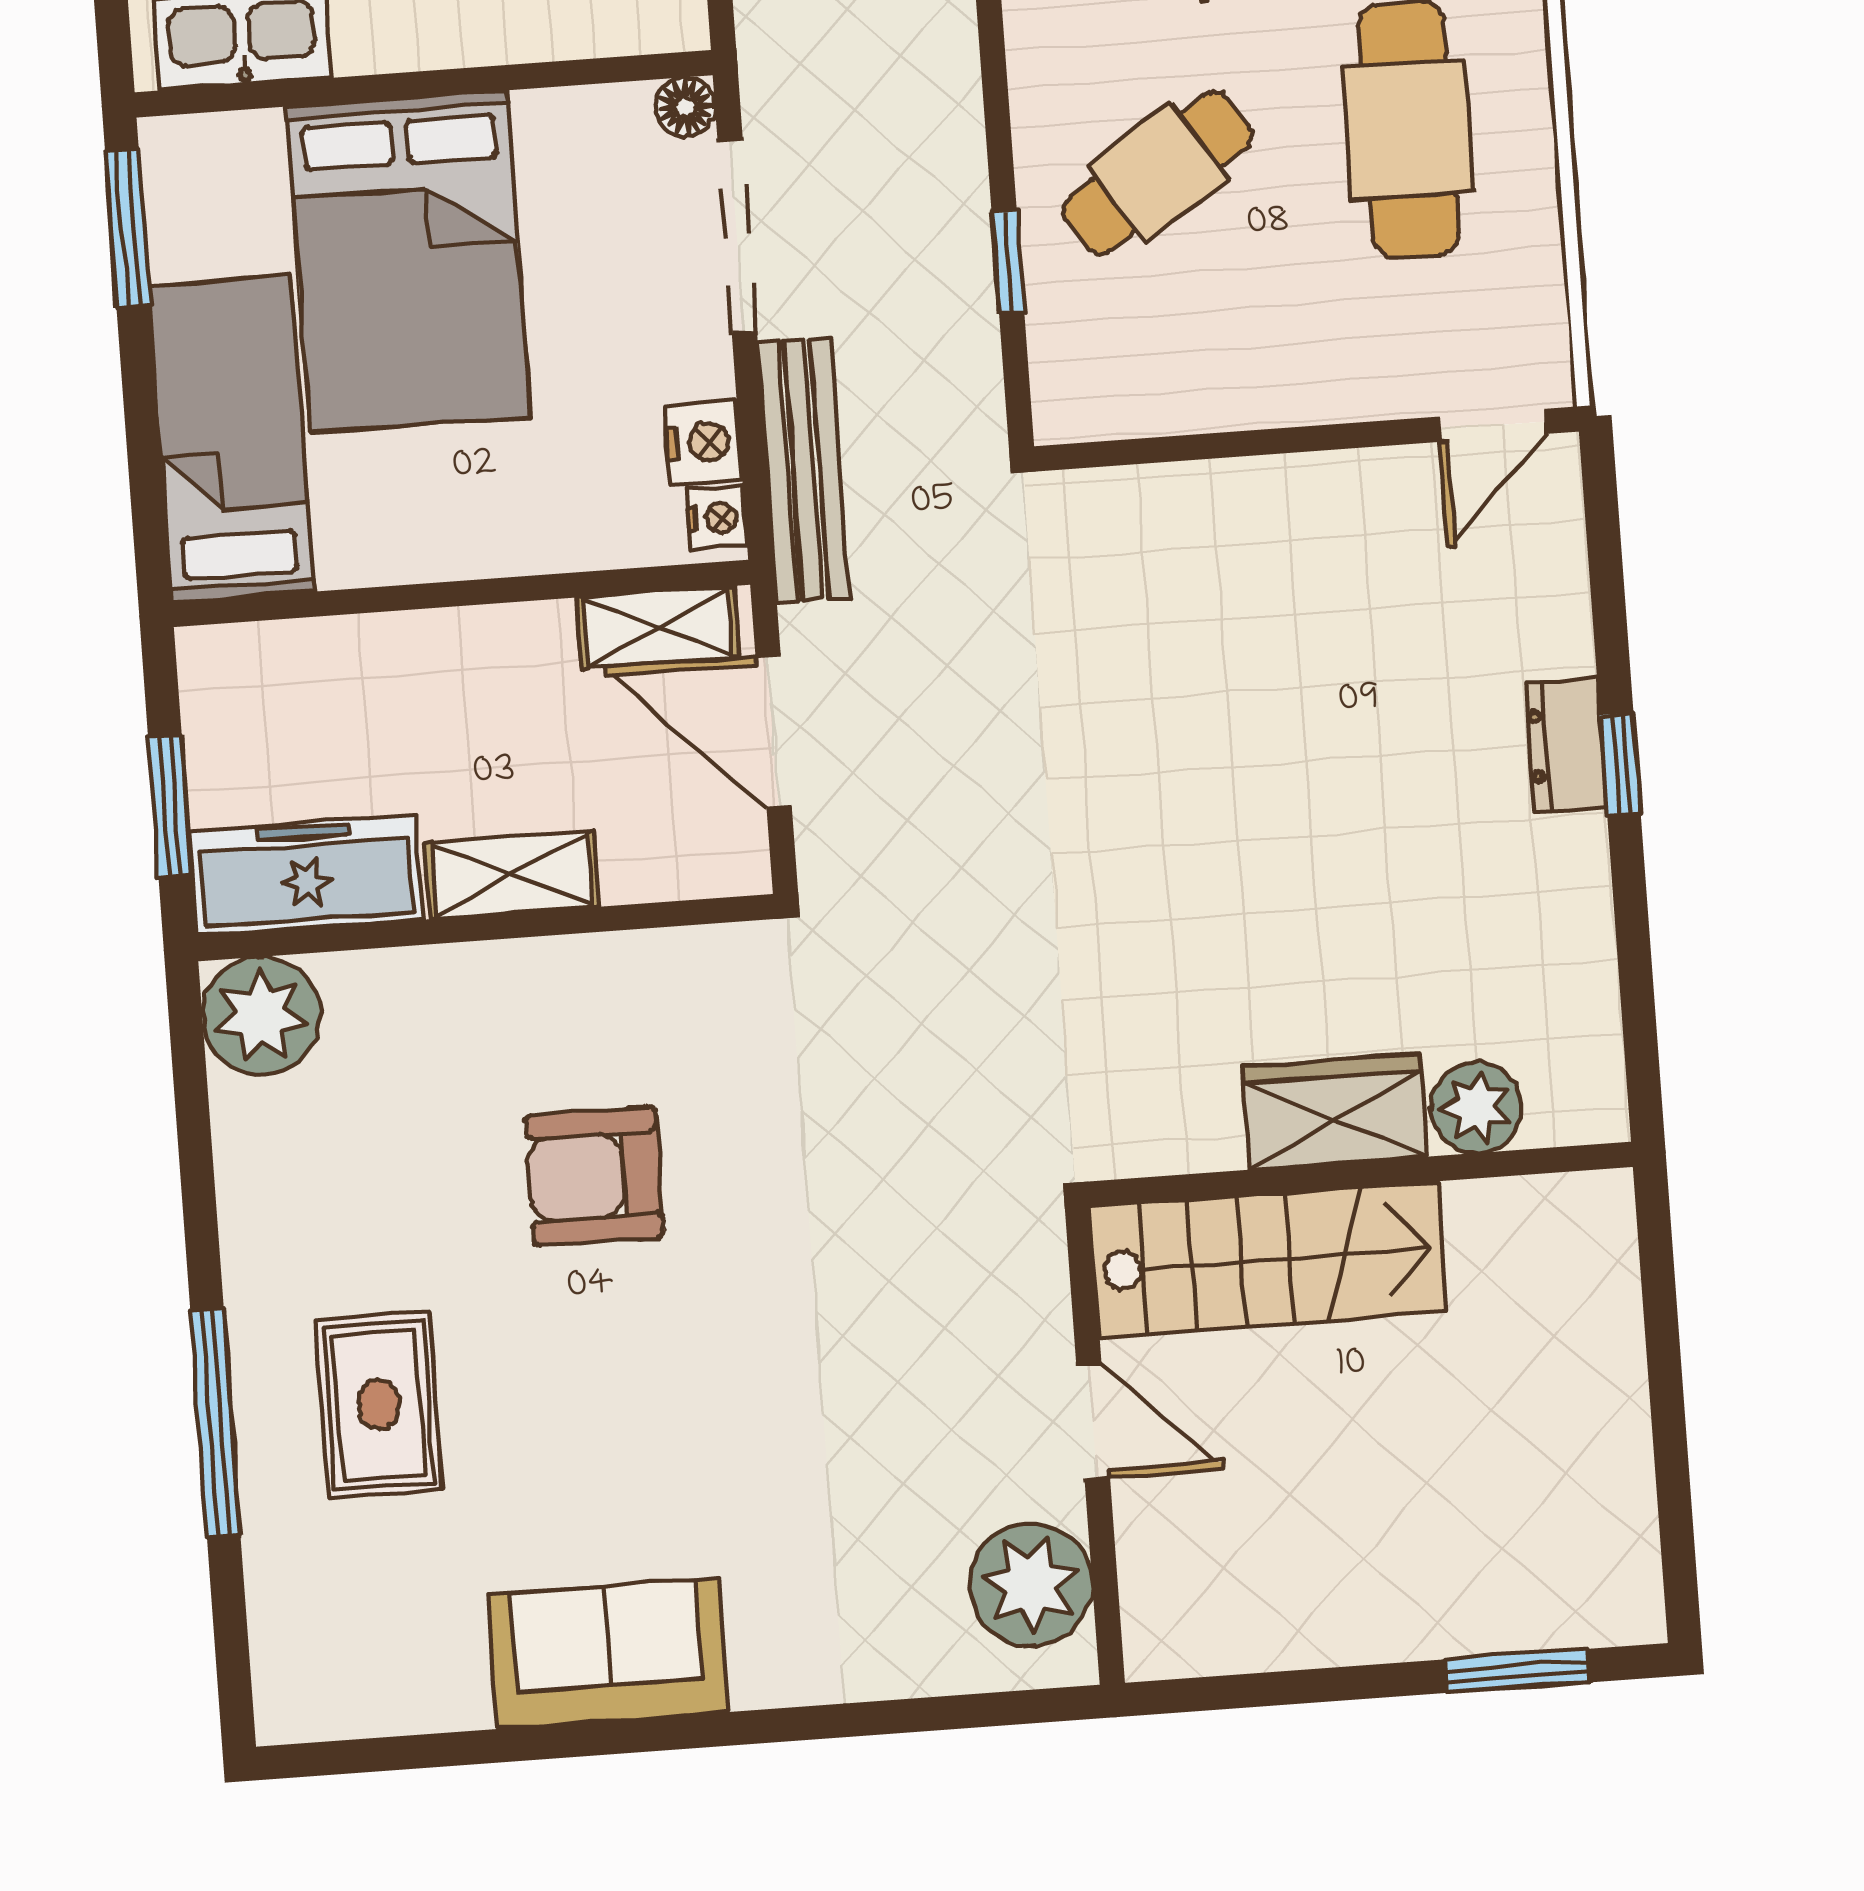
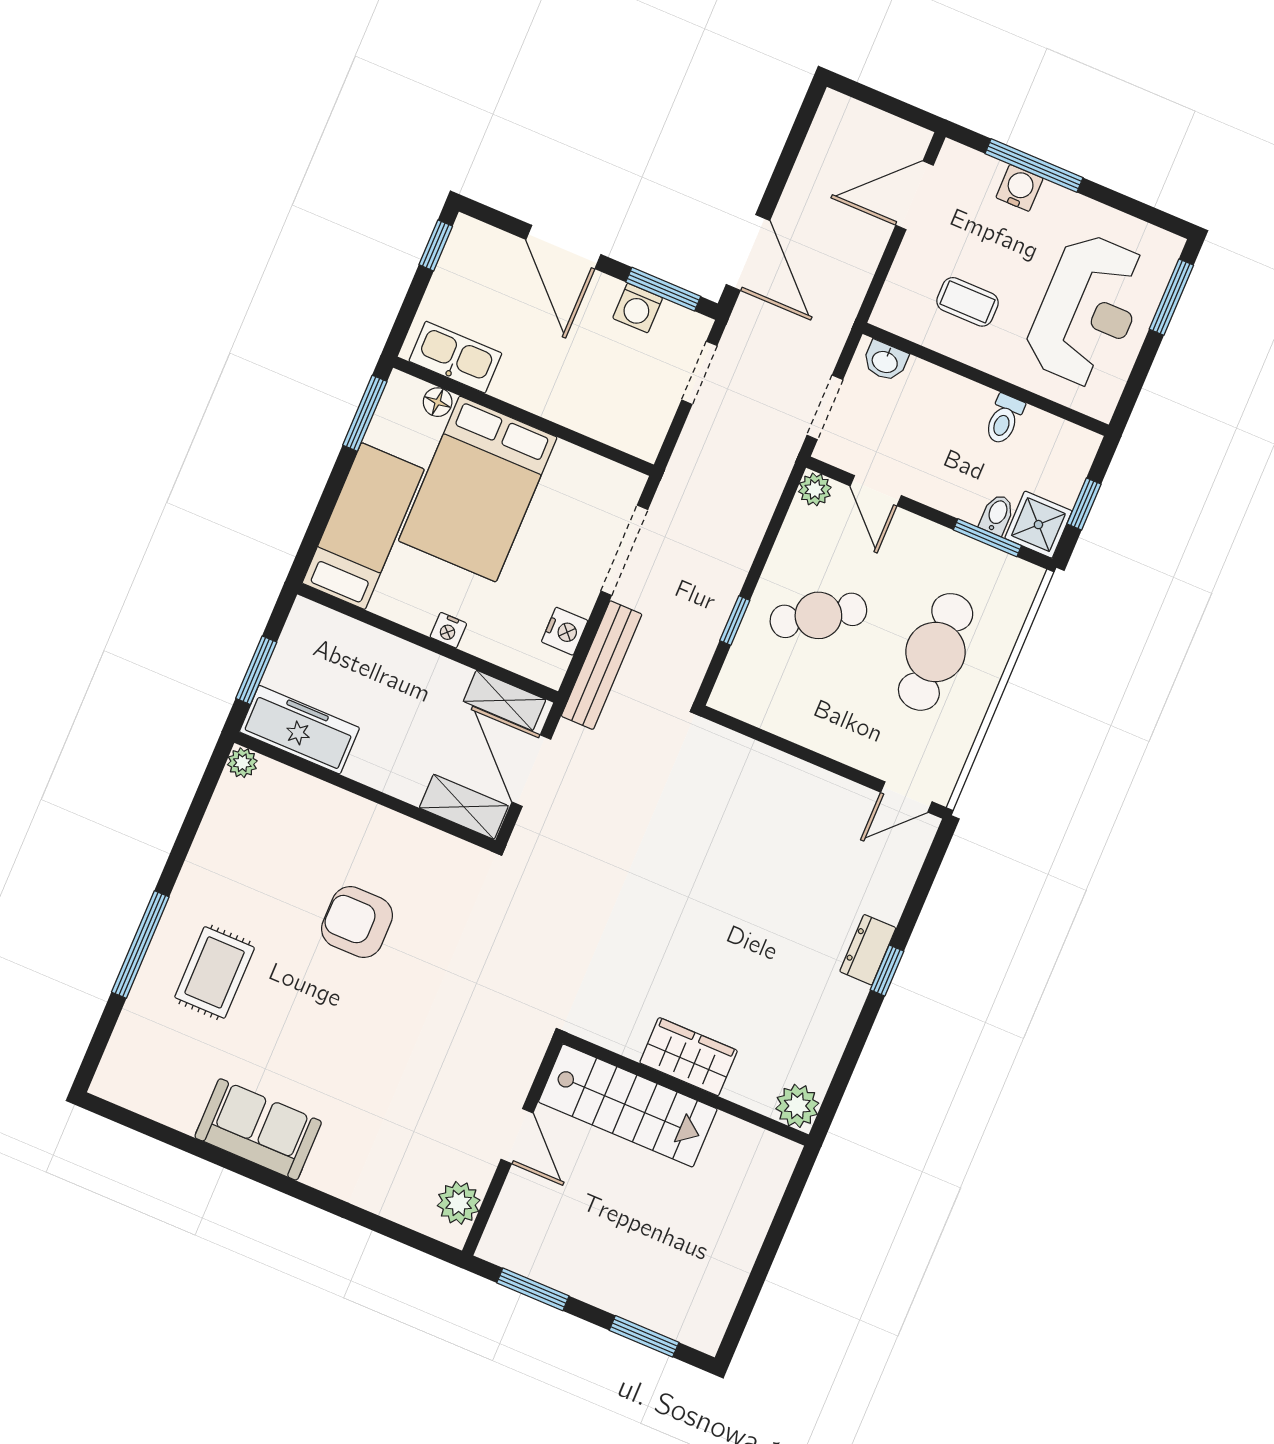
floor lamp: (685, 107) -> (438, 402), moved
nightstand: (717, 518) -> (448, 630), moved, turned 90
shelving: (512, 875) -> (464, 807), moved
plant: (261, 1016) -> (242, 763), width x0.53, depth x0.53
plant: (1476, 1108) -> (797, 1106), moved
plant: (1031, 1584) -> (459, 1203), width x0.73, depth x0.73
window: (1267, 1689) -> (533, 1289), added

